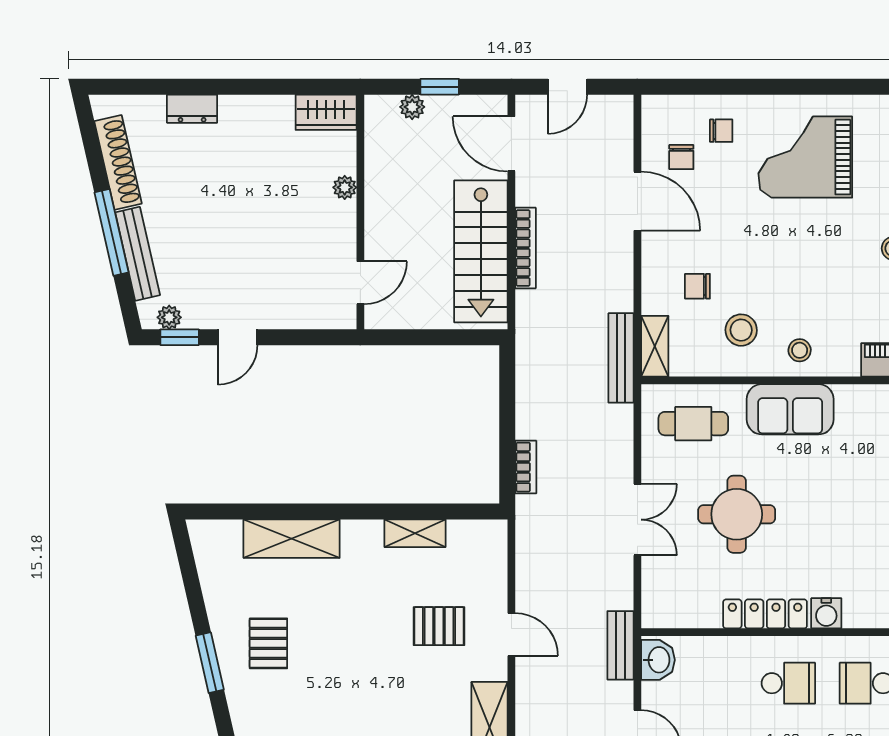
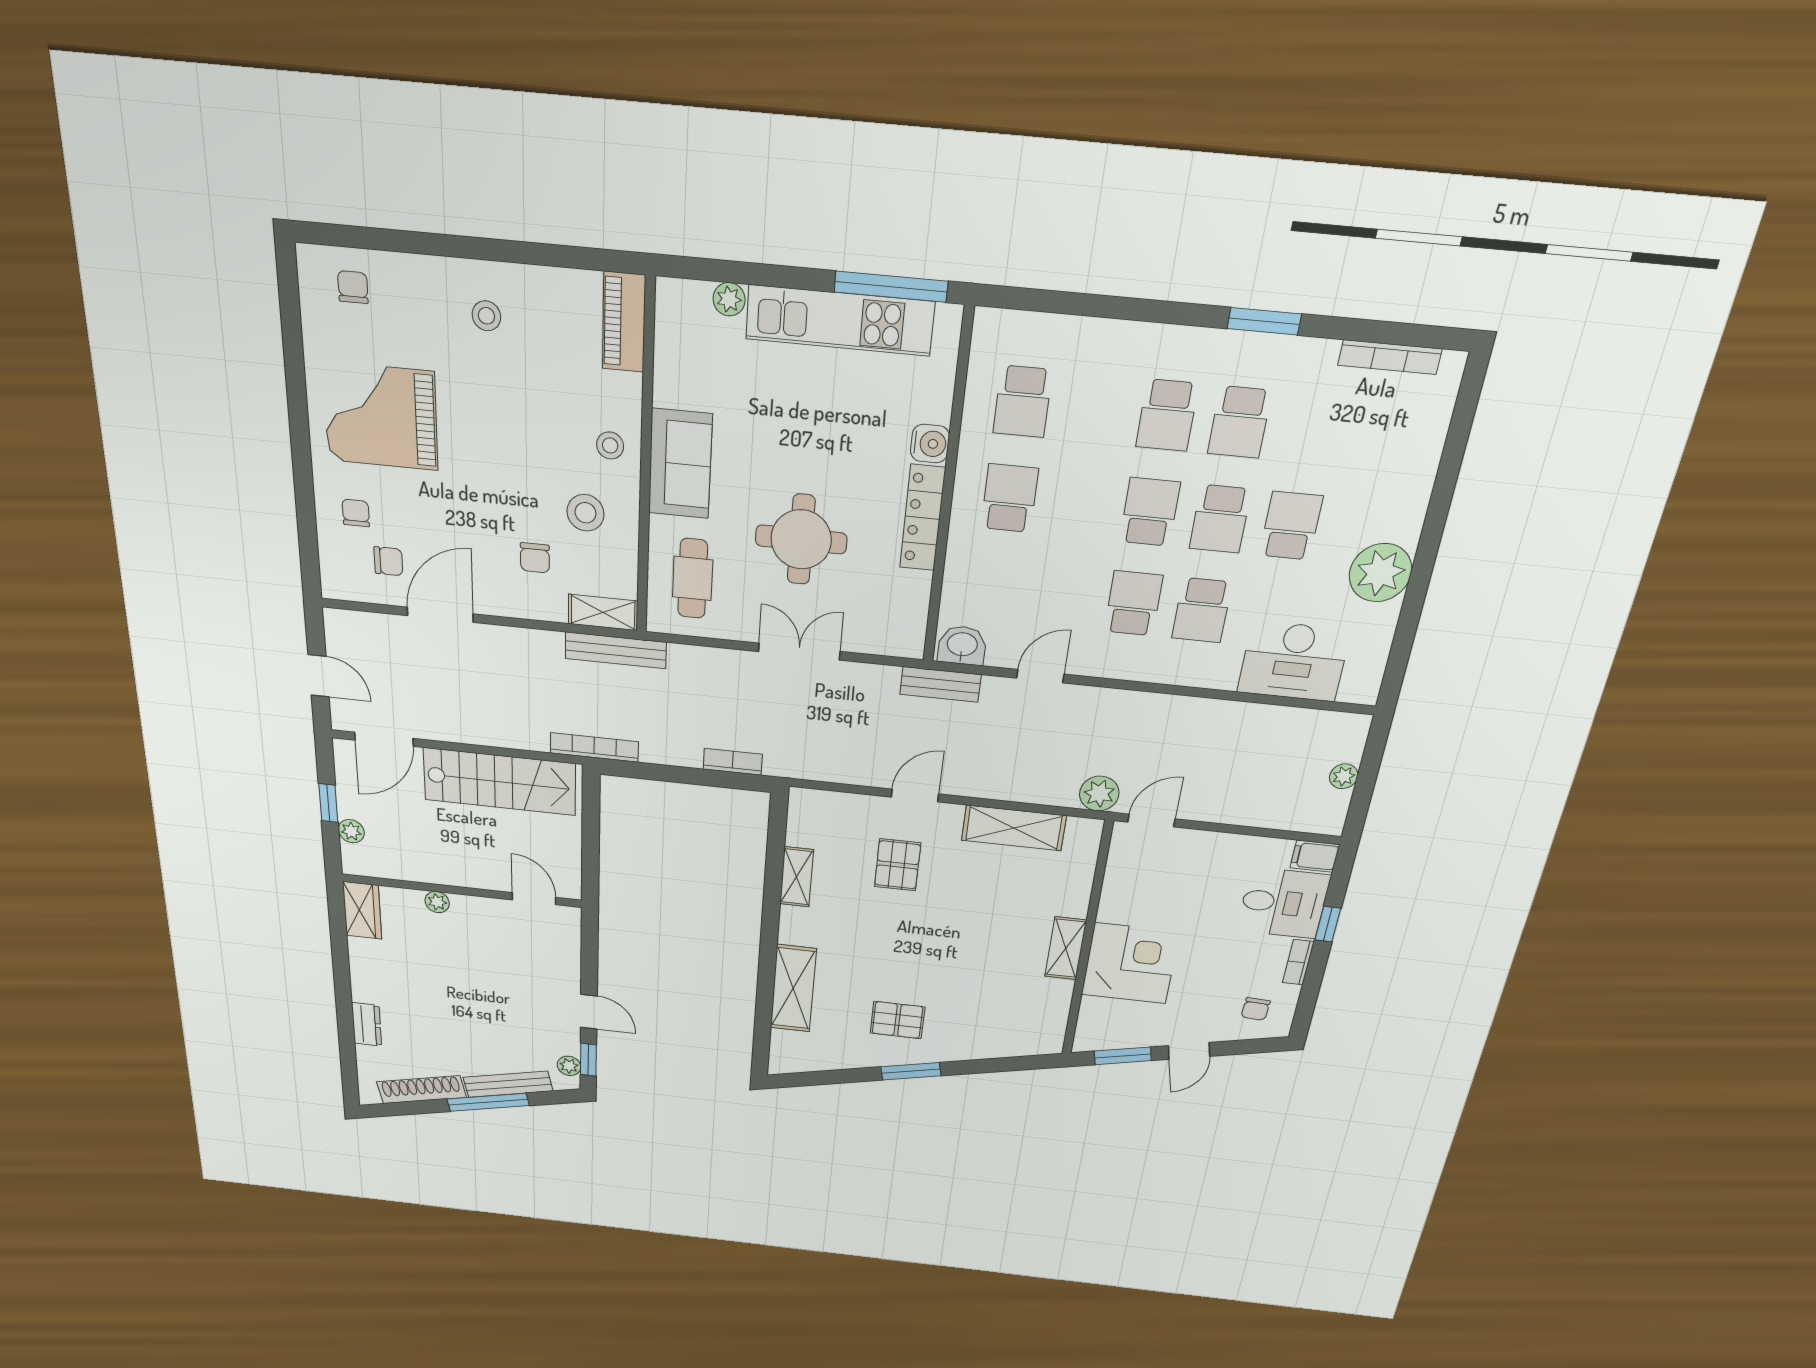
grand piano: (805, 157) -> (381, 416), turned 90
bookcase: (526, 248) -> (594, 747), moved

